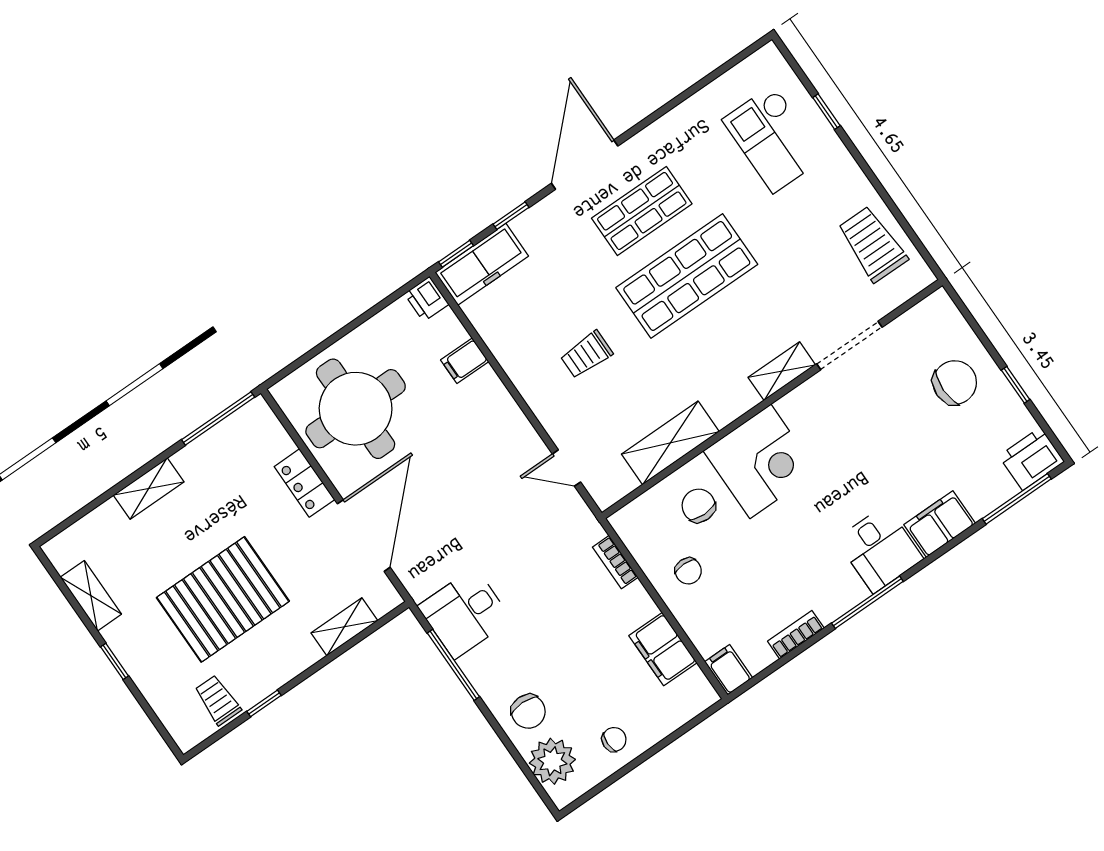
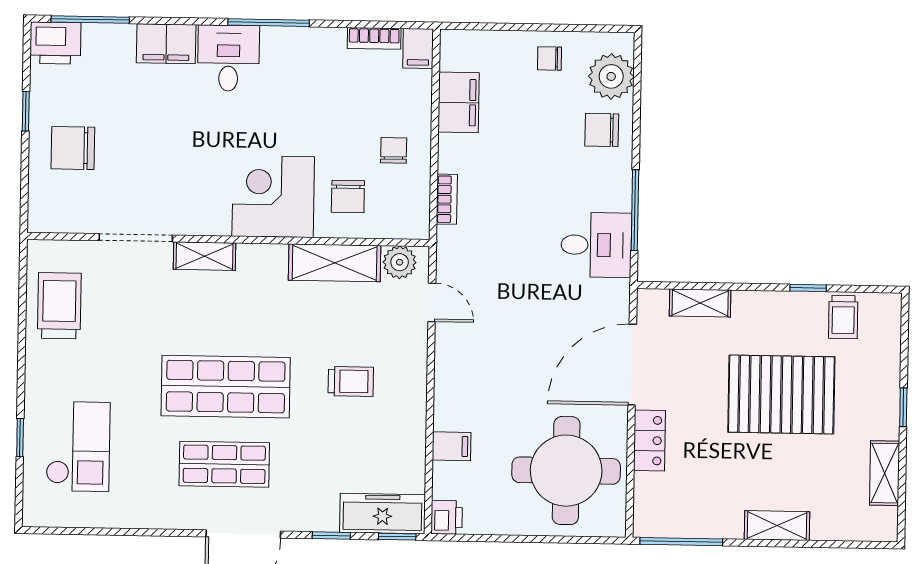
trolley: (872, 244) -> (59, 306), turned 180
plant: (617, 482) -> (400, 262), added
bookcase: (796, 635) -> (374, 38), moved
chair: (528, 711) -> (602, 130), turned -90

